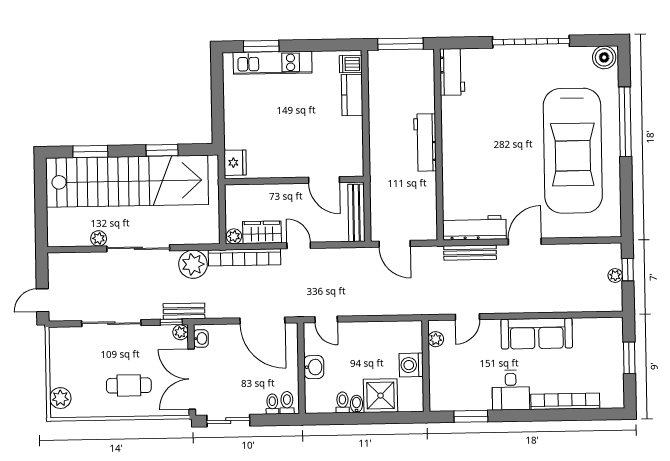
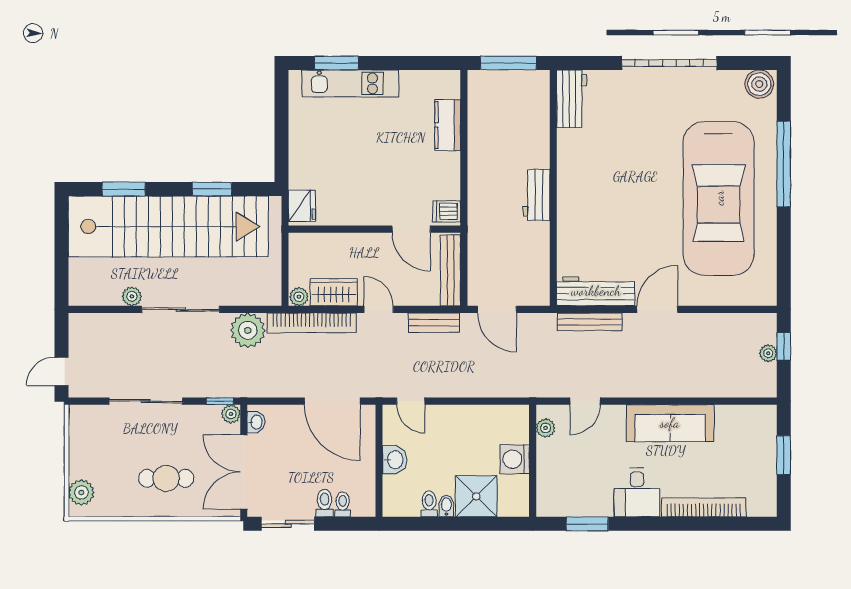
dishwasher: (351, 64) -> (447, 211), moved
workbench: (425, 142) -> (537, 195), width x0.73
bench: (184, 311) -> (434, 323), moved
toilet: (287, 403) -> (325, 503), moved

